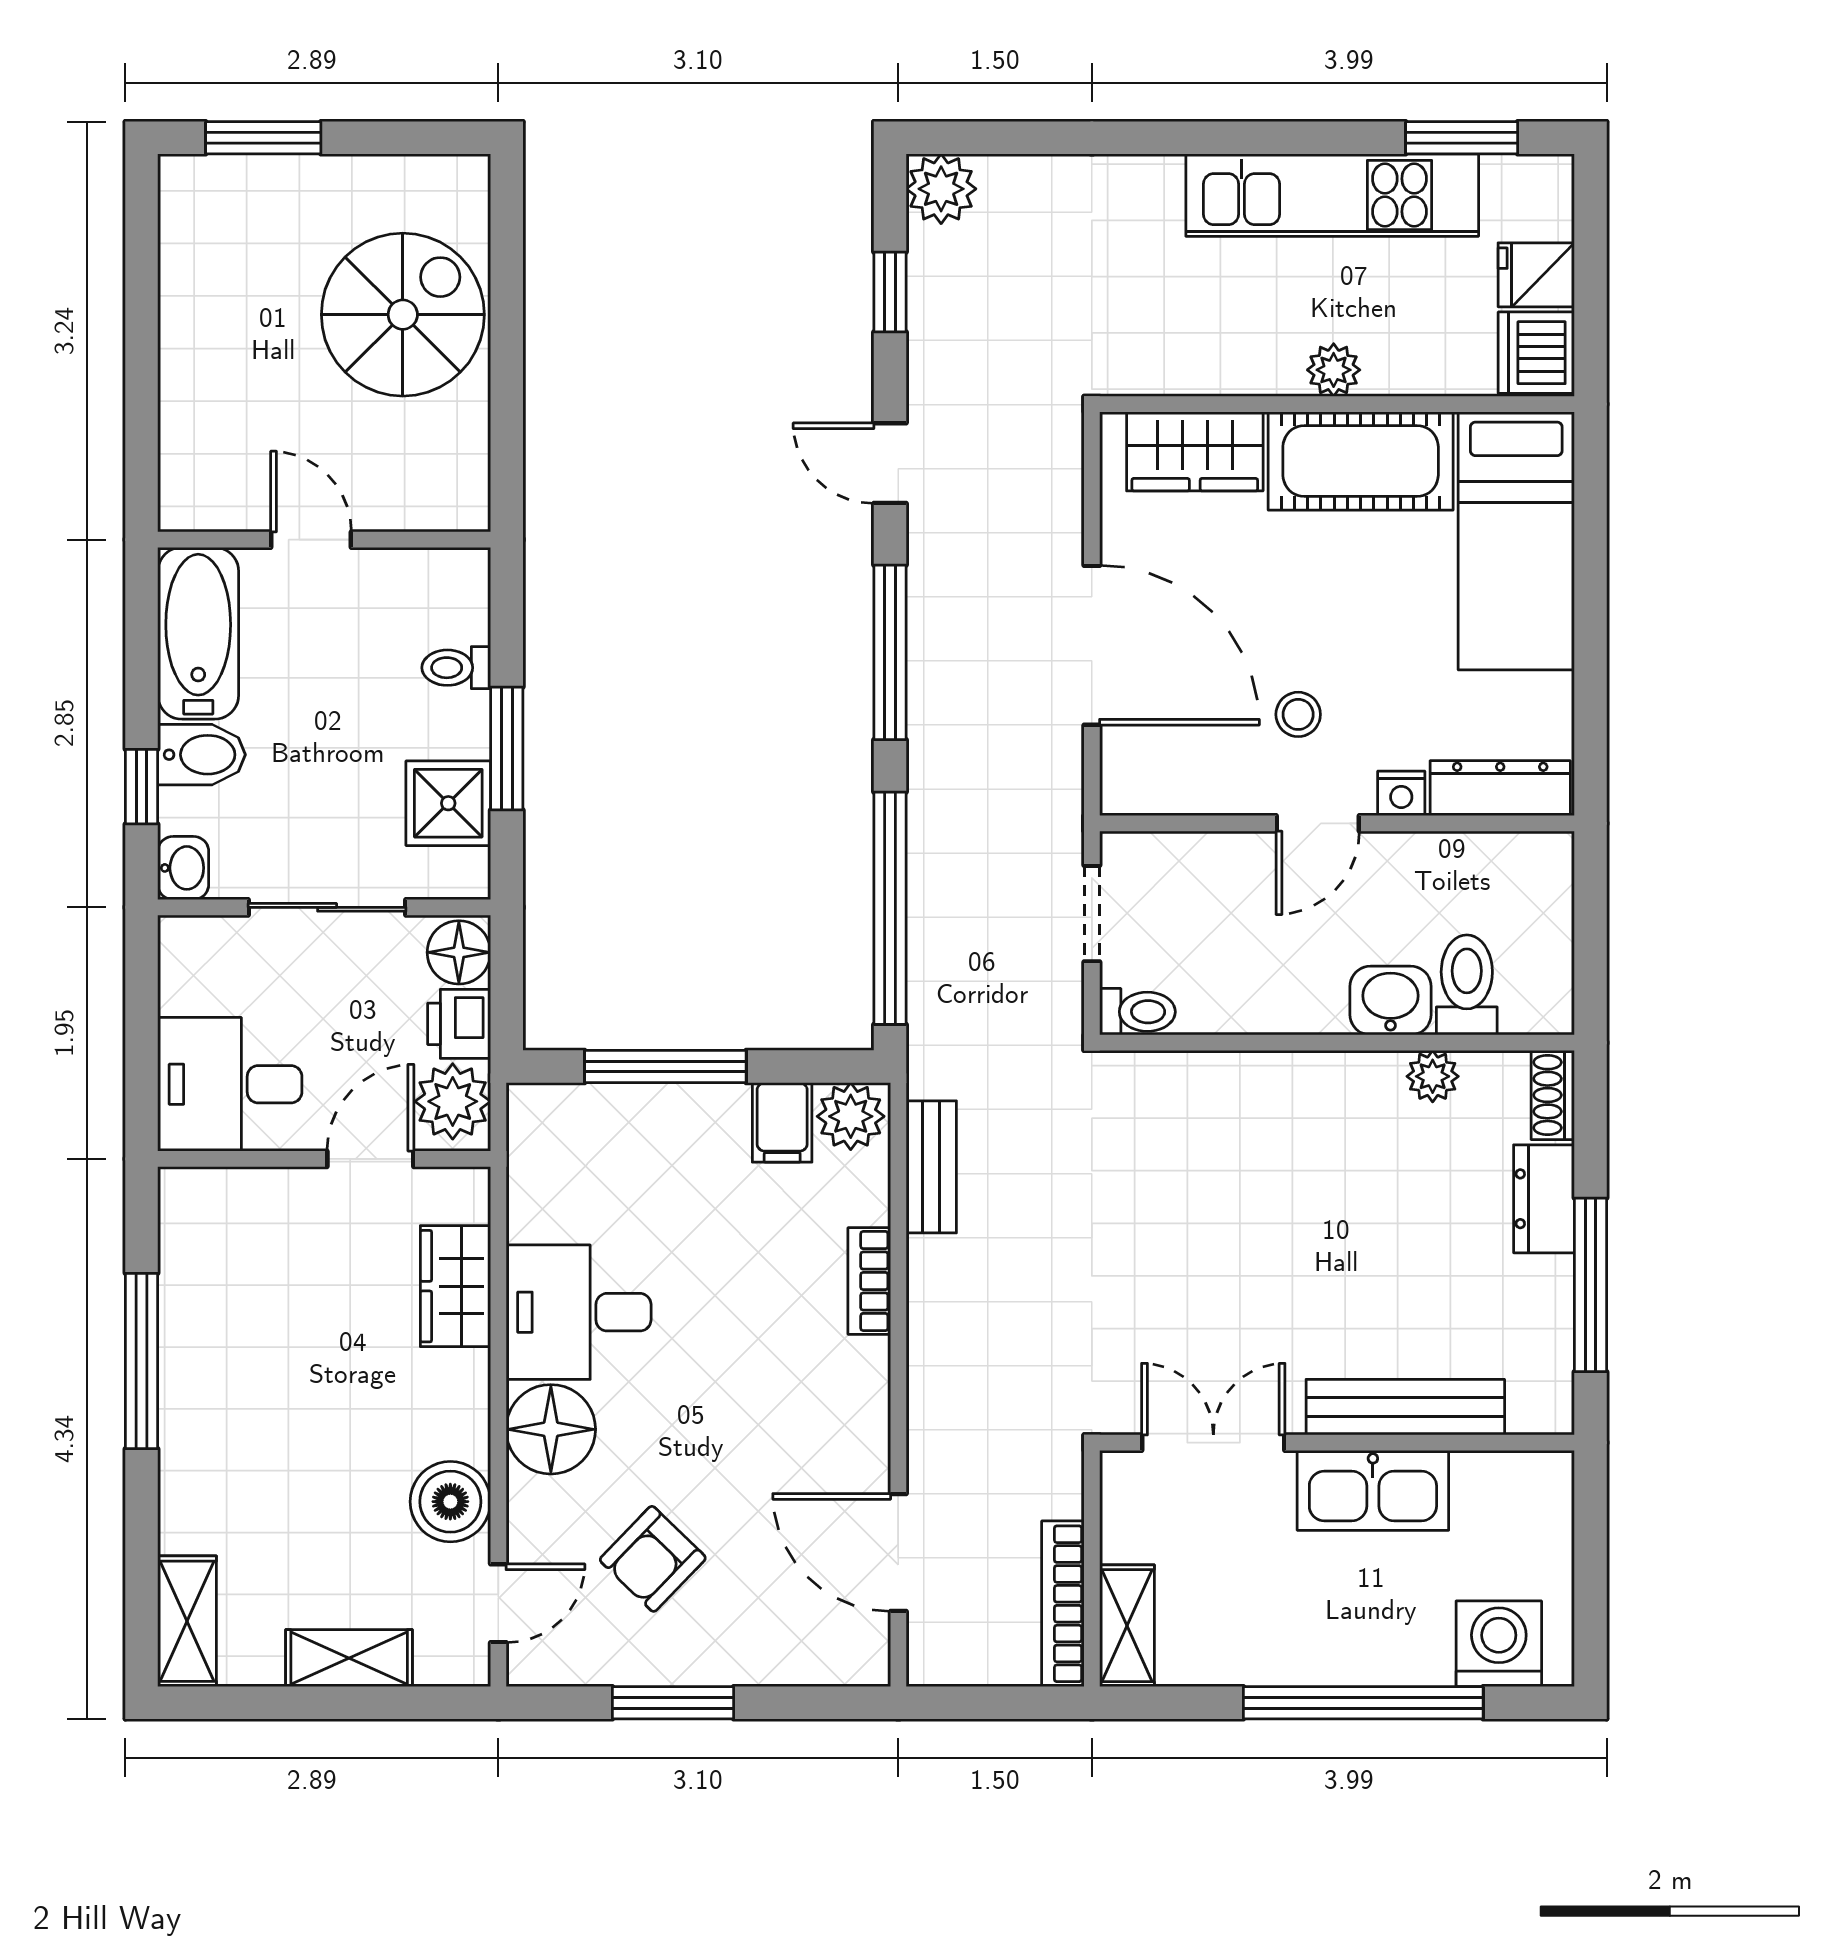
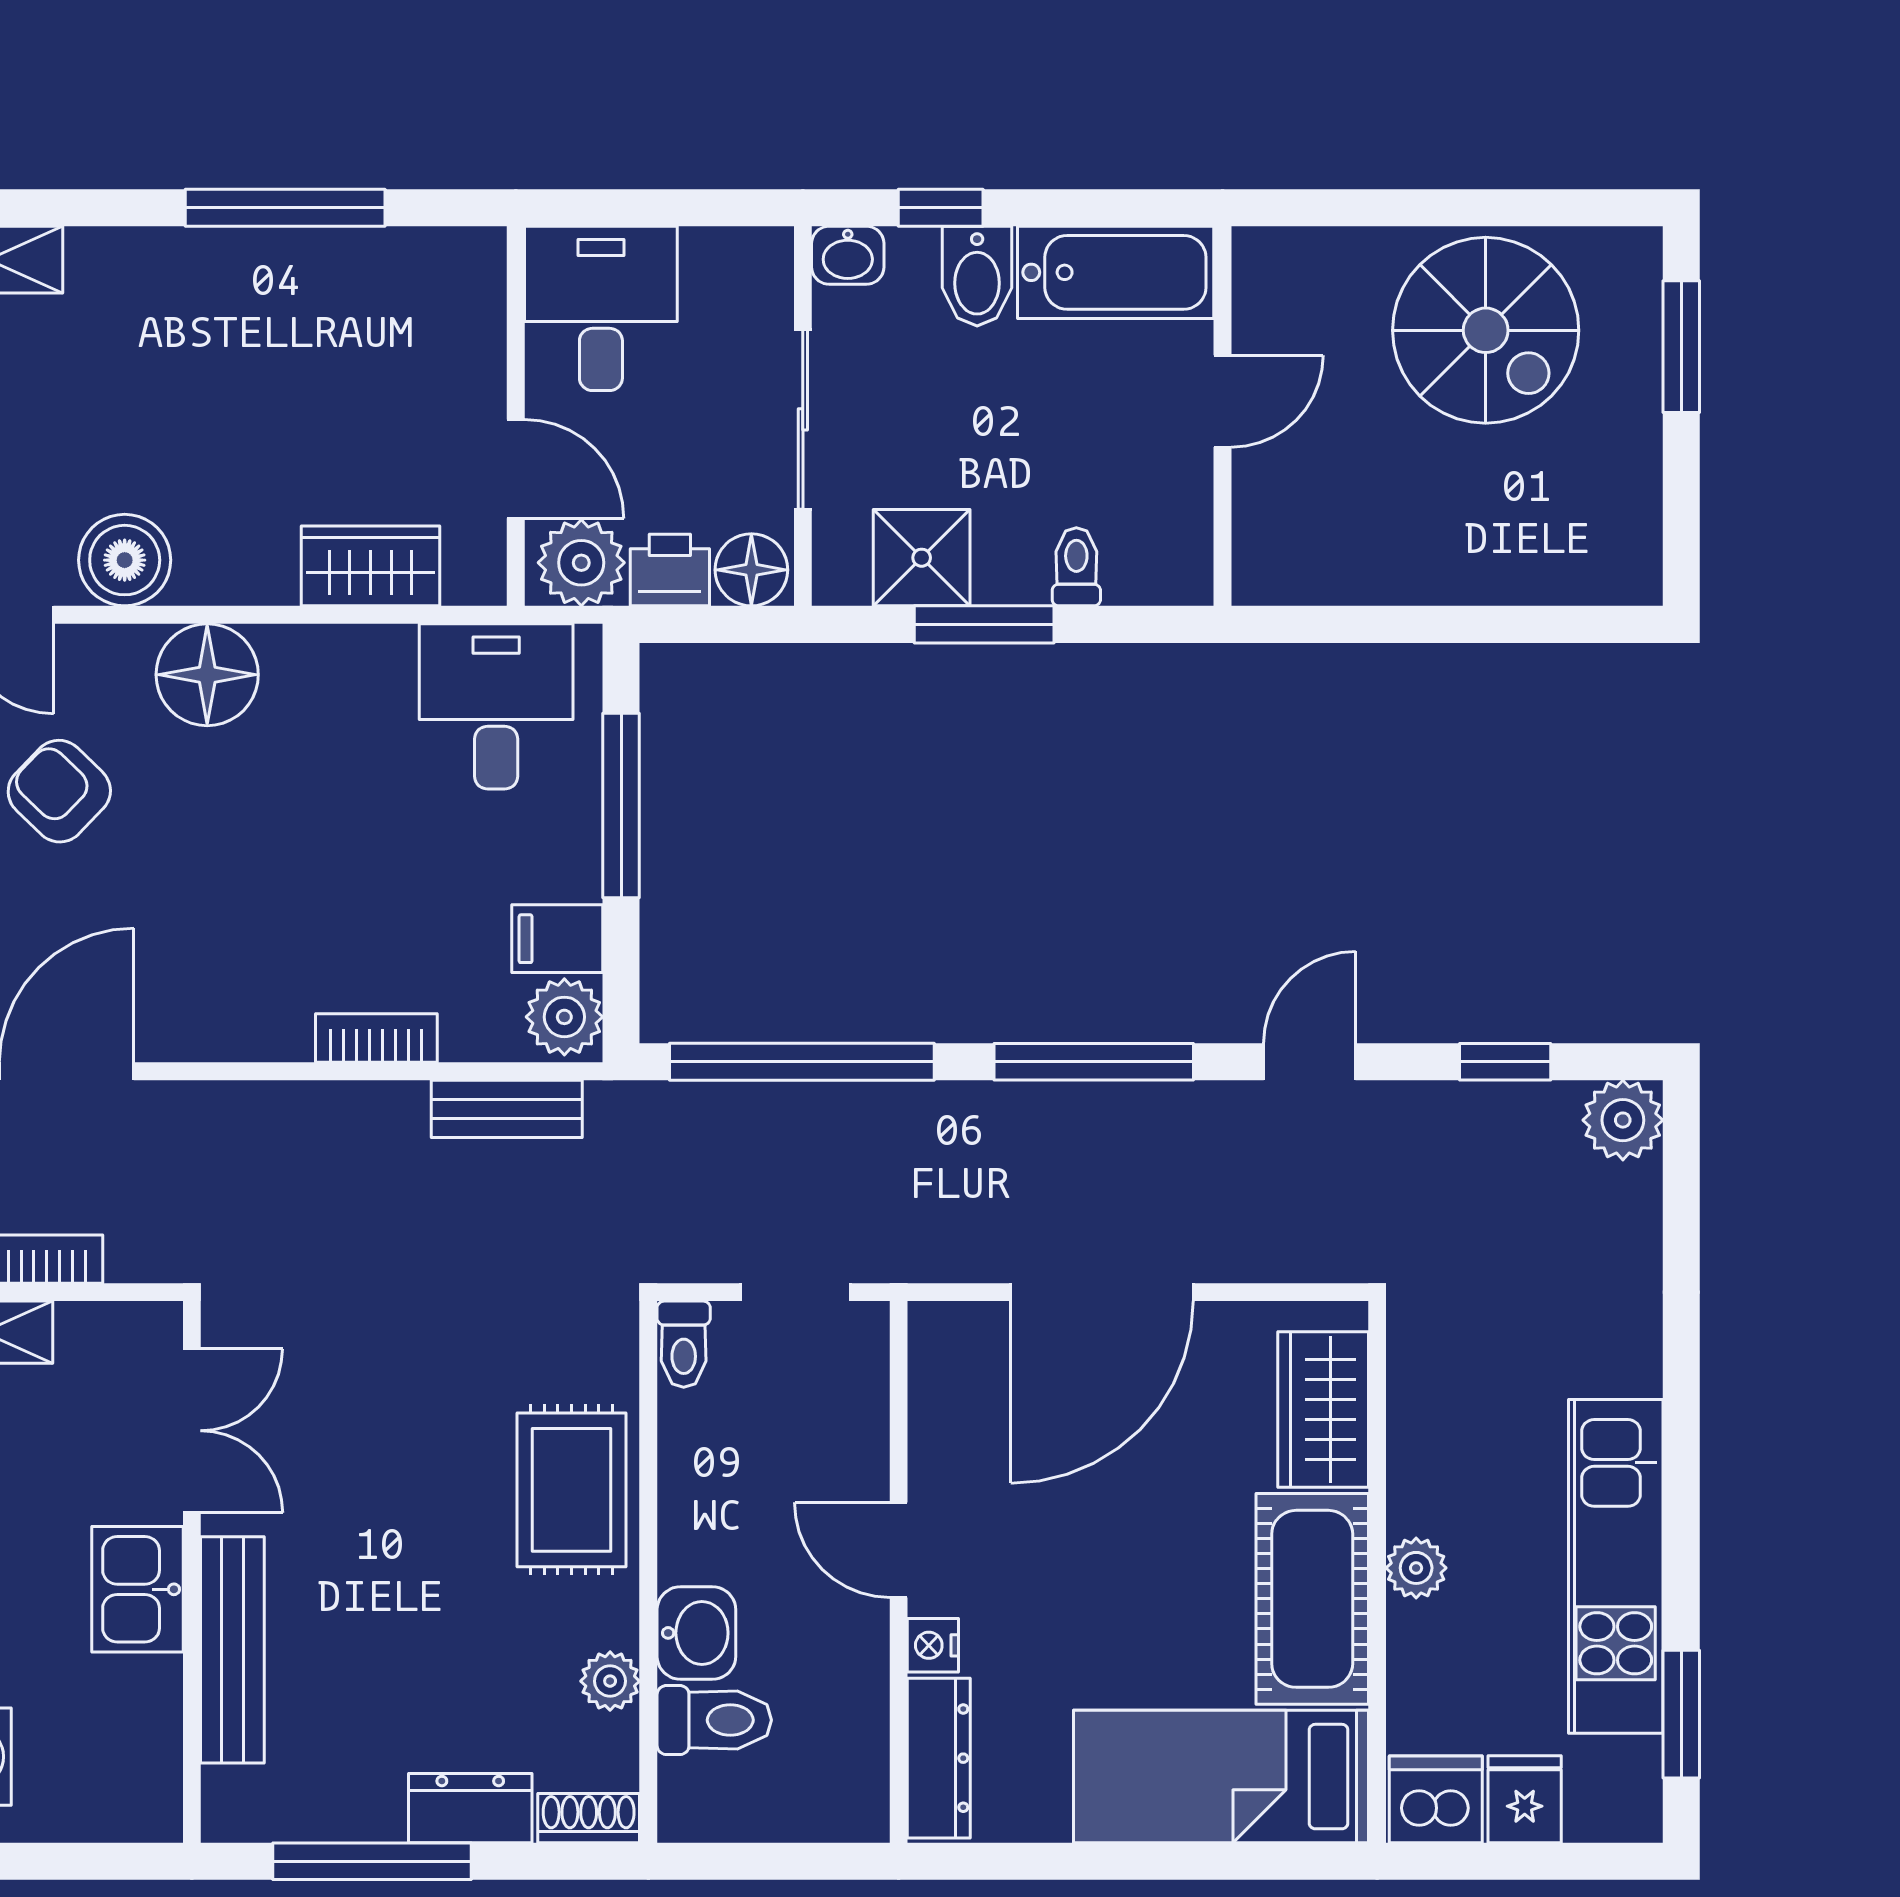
spiral stairs: (403, 315) -> (1486, 330), moved
stool: (1298, 714) -> (1023, 1528), removed
rug: (1265, 1110) -> (572, 1490), added
desk: (579, 1312) -> (496, 706), moved
kitchen sink: (1373, 1490) -> (137, 1589), width x0.73

